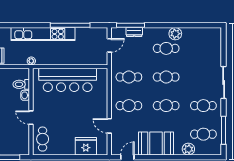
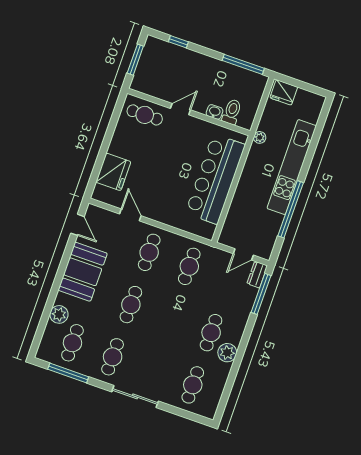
dresser: (134, 32) -> (257, 275), moved
door: (109, 45) -> (243, 254), hinge flipped
cafe table: (166, 77) -> (193, 385), moved
door: (109, 126) -> (130, 215), hinge flipped

